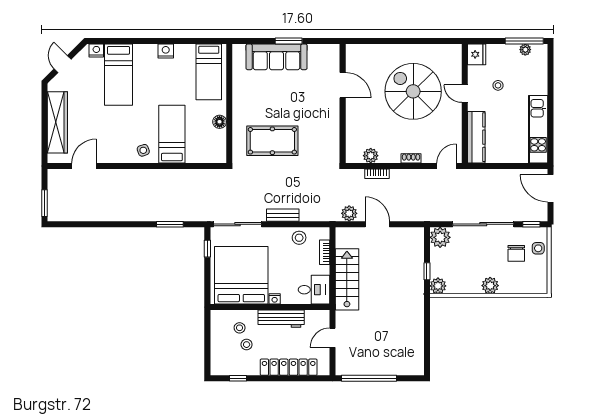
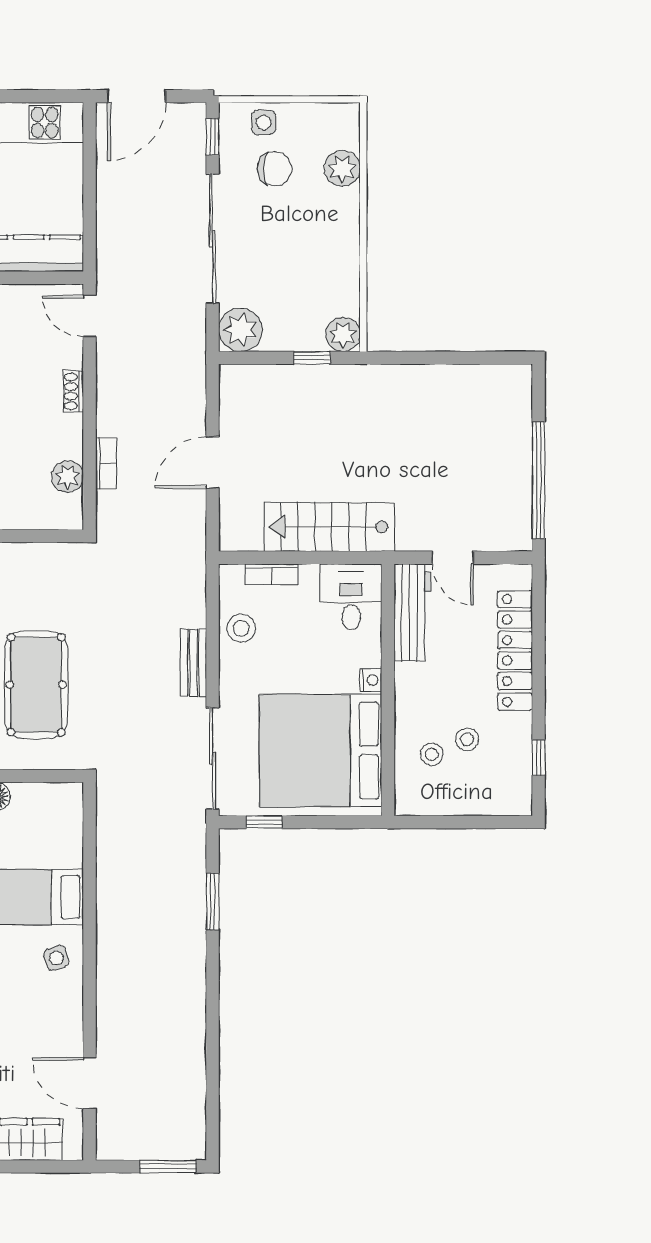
plant: (349, 213) -> (190, 522), removed
plant: (490, 286) -> (342, 169), moved
workbench: (281, 319) -> (412, 613), moved

